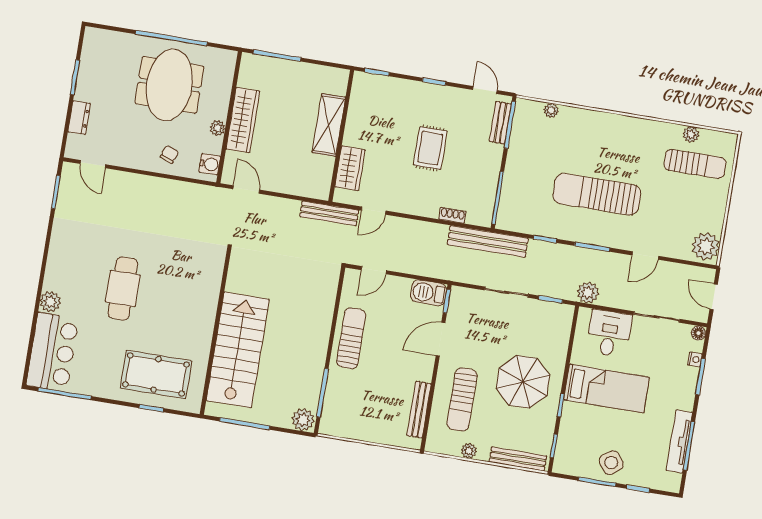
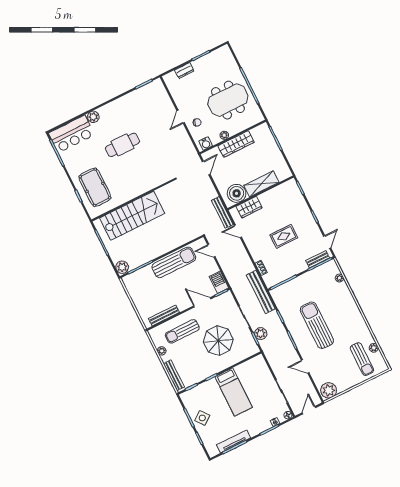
door: (93, 164) -> (181, 117), moved
boiler: (316, 172) -> (237, 193), added
plant: (588, 293) -> (261, 334), moved
desk: (609, 333) -> (259, 375), removed
sun lounger: (351, 338) -> (174, 262), width x1.36, depth x1.34
parasol: (523, 382) -> (218, 341), moved

